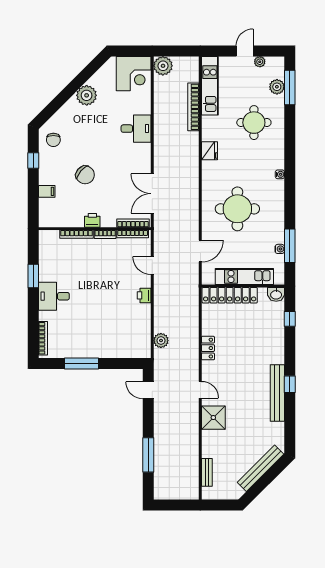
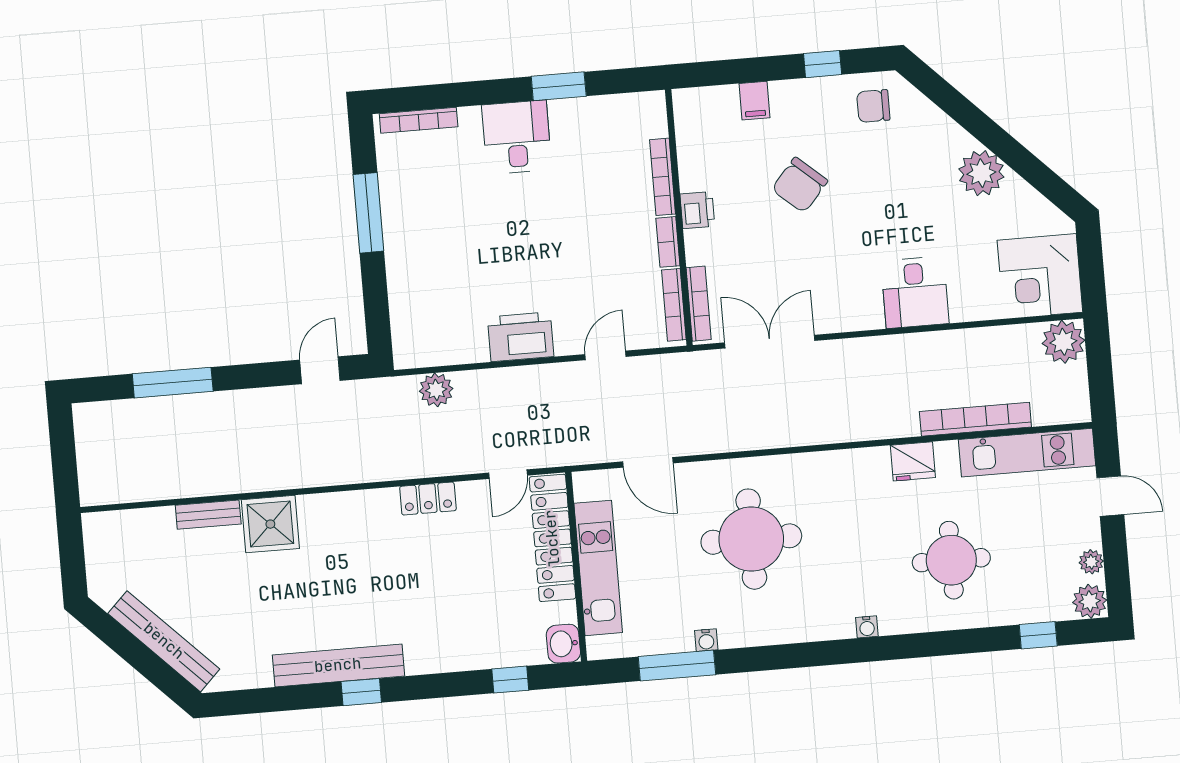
door: (245, 51) -> (1110, 496), moved
plant: (277, 87) -> (1090, 601), moved
window: (290, 87) -> (1038, 635), width x0.46
fridge: (210, 151) -> (913, 461), moved
water cooler: (280, 174) -> (867, 627), moved
water cooler: (280, 249) -> (706, 640), moved
printer: (144, 295) -> (521, 337), width x1.87, depth x1.48
door: (200, 390) -> (508, 474), moved
bench: (207, 472) -> (208, 515), moved

